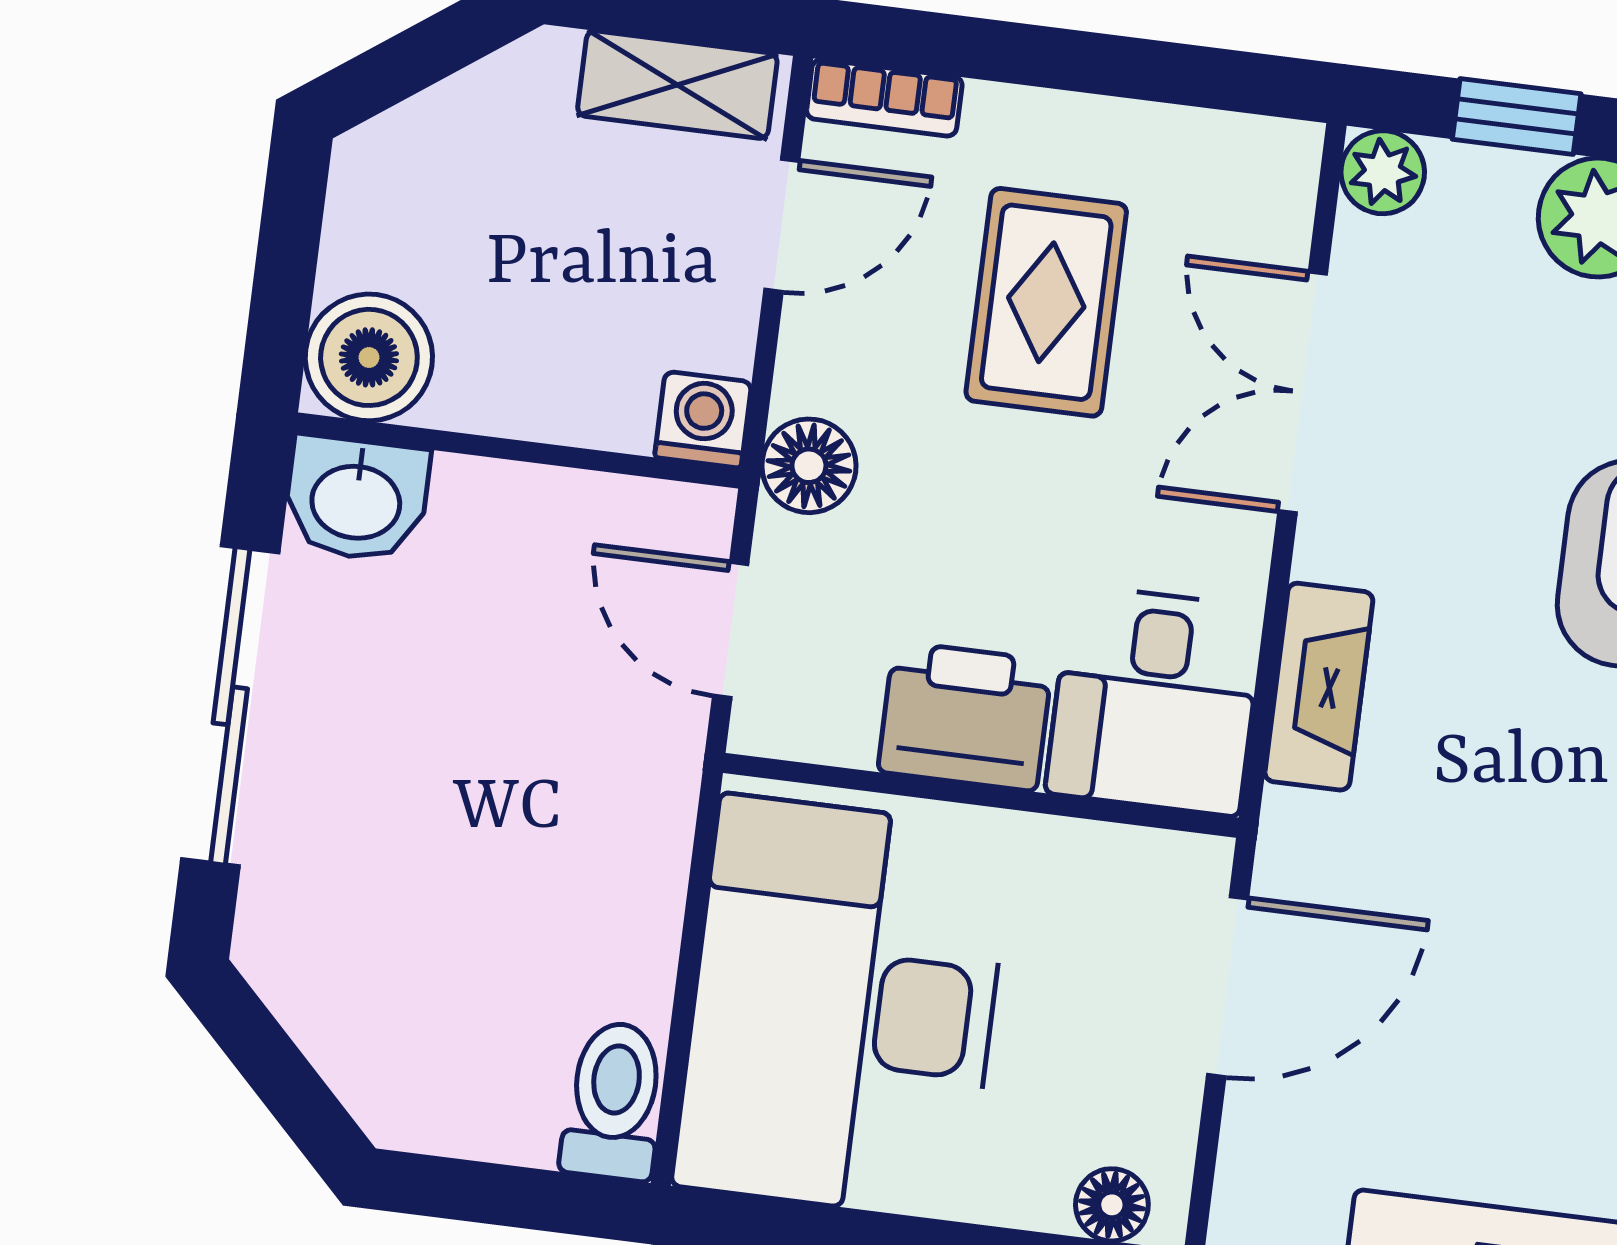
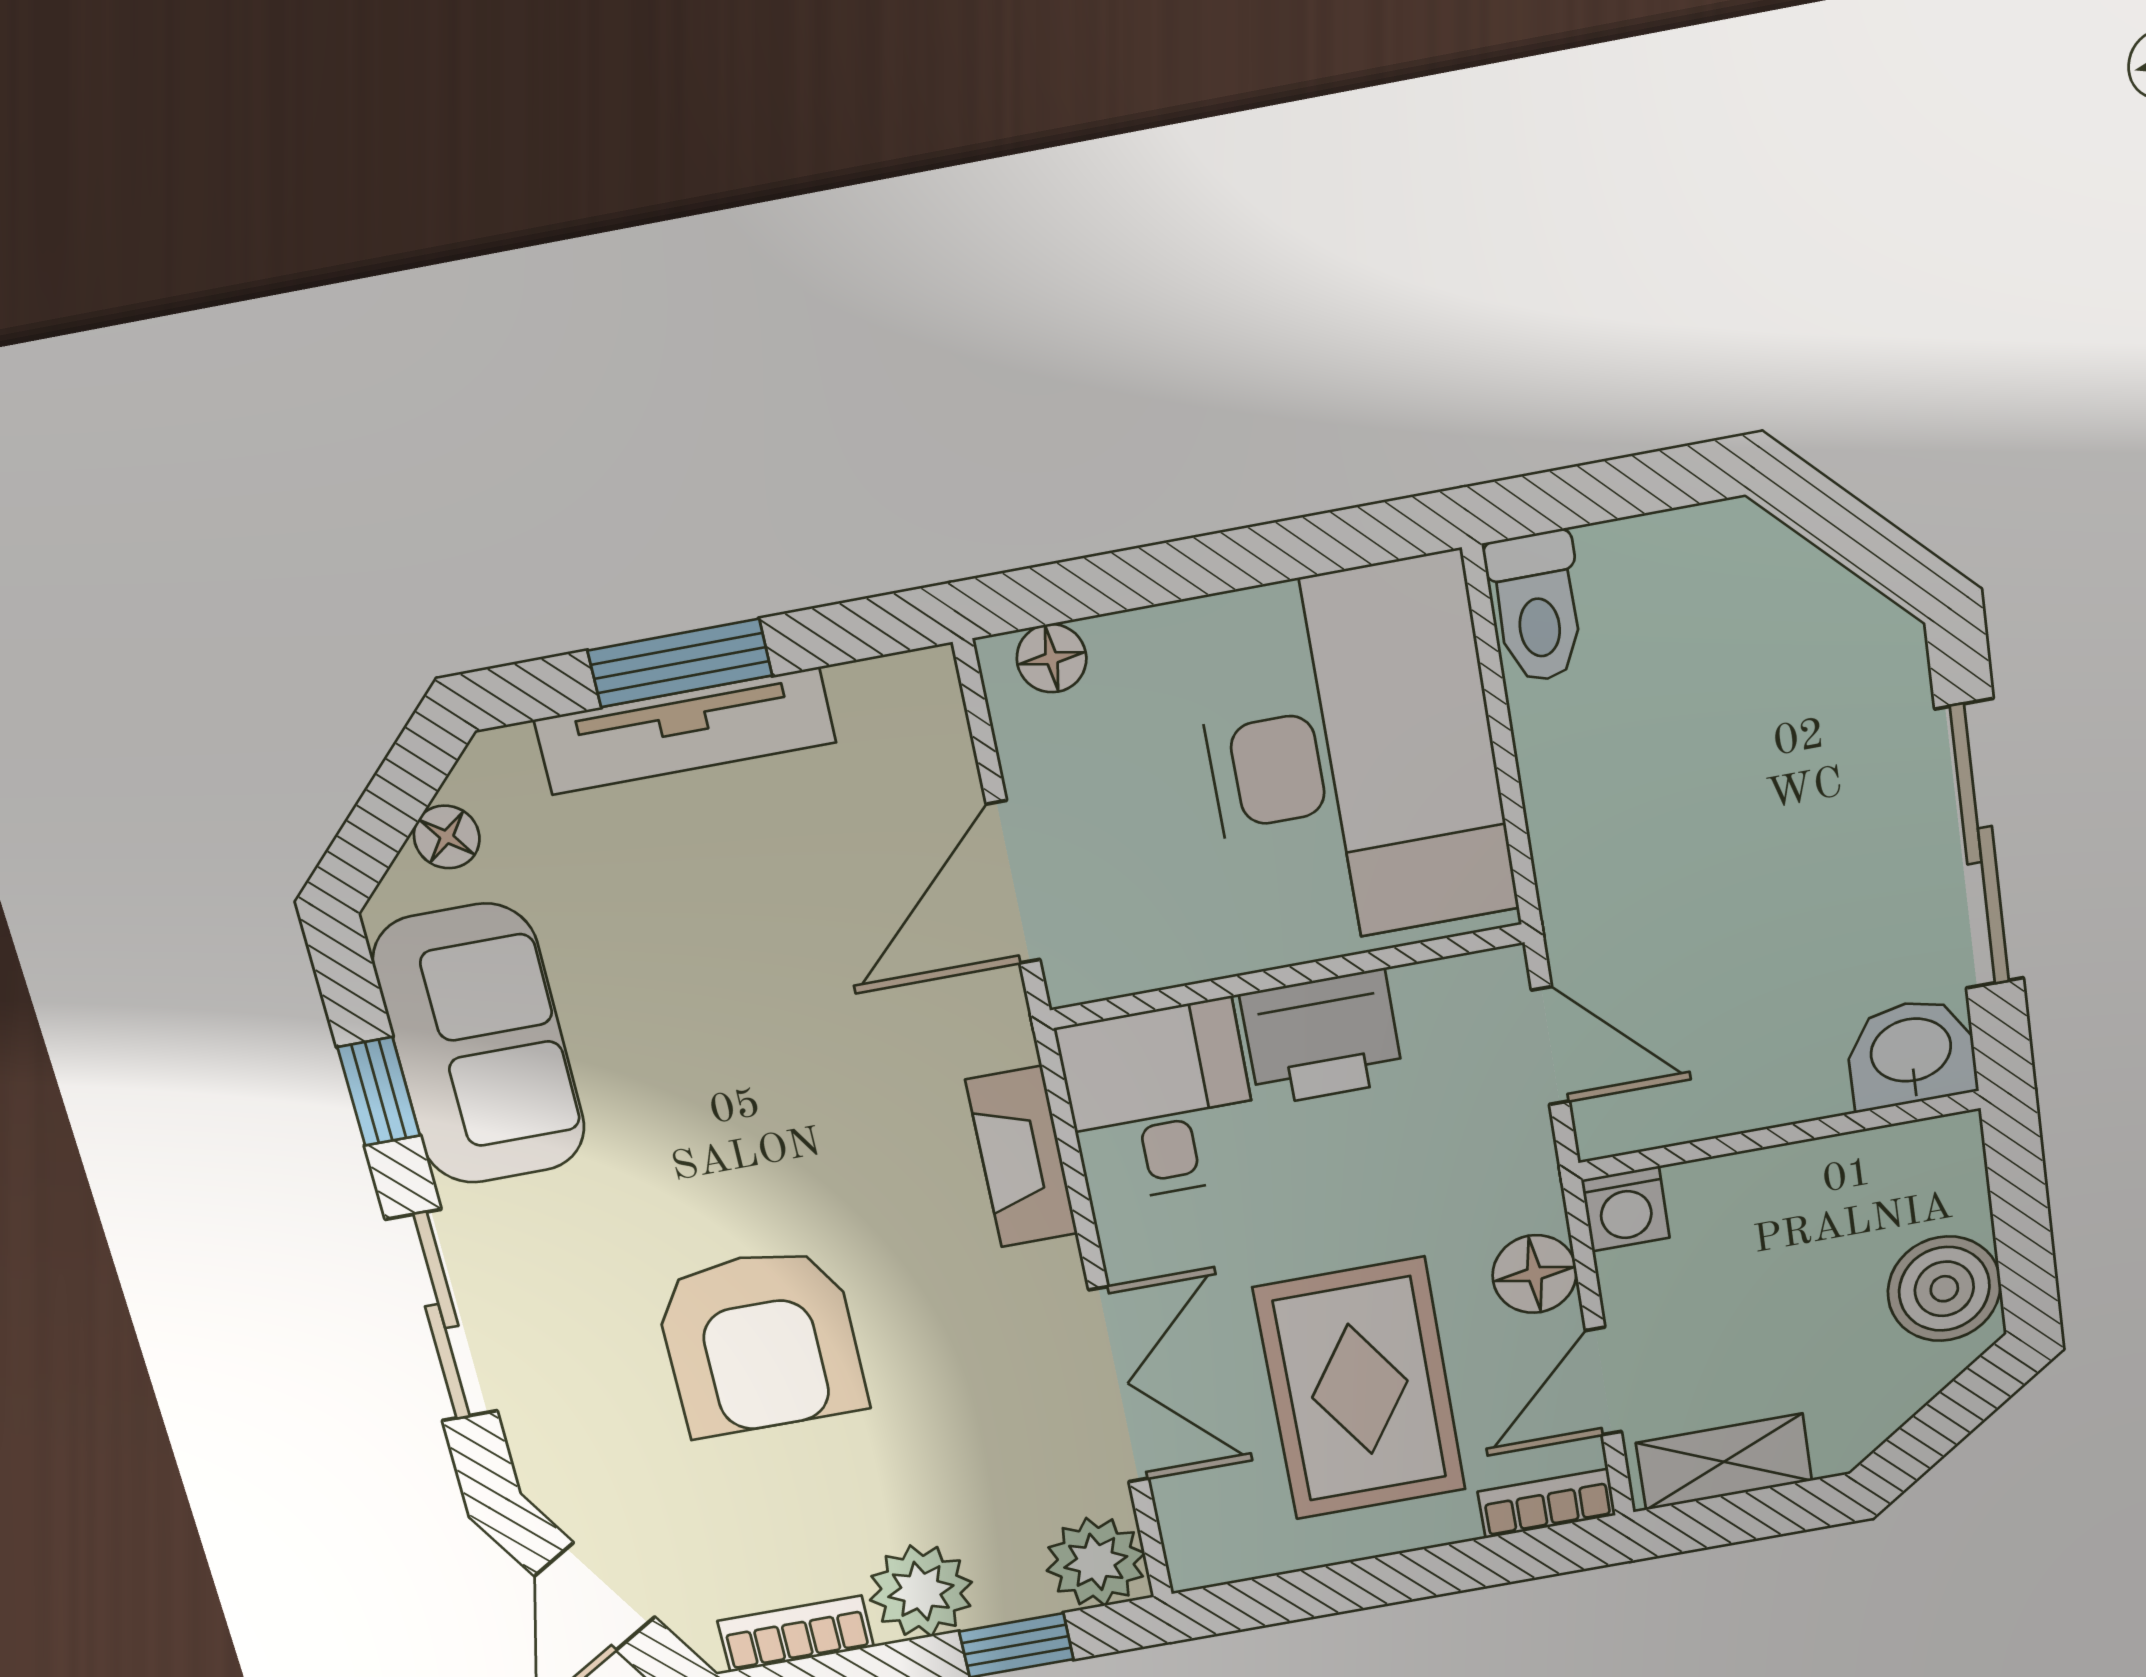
plant: (1383, 172) -> (1096, 1562), width x1.38, depth x1.38
rug: (1046, 302) -> (1360, 1389), width x1.36, depth x1.43
boiler: (369, 357) -> (1944, 1289), moved
floor lamp: (809, 466) -> (1535, 1274), moved

